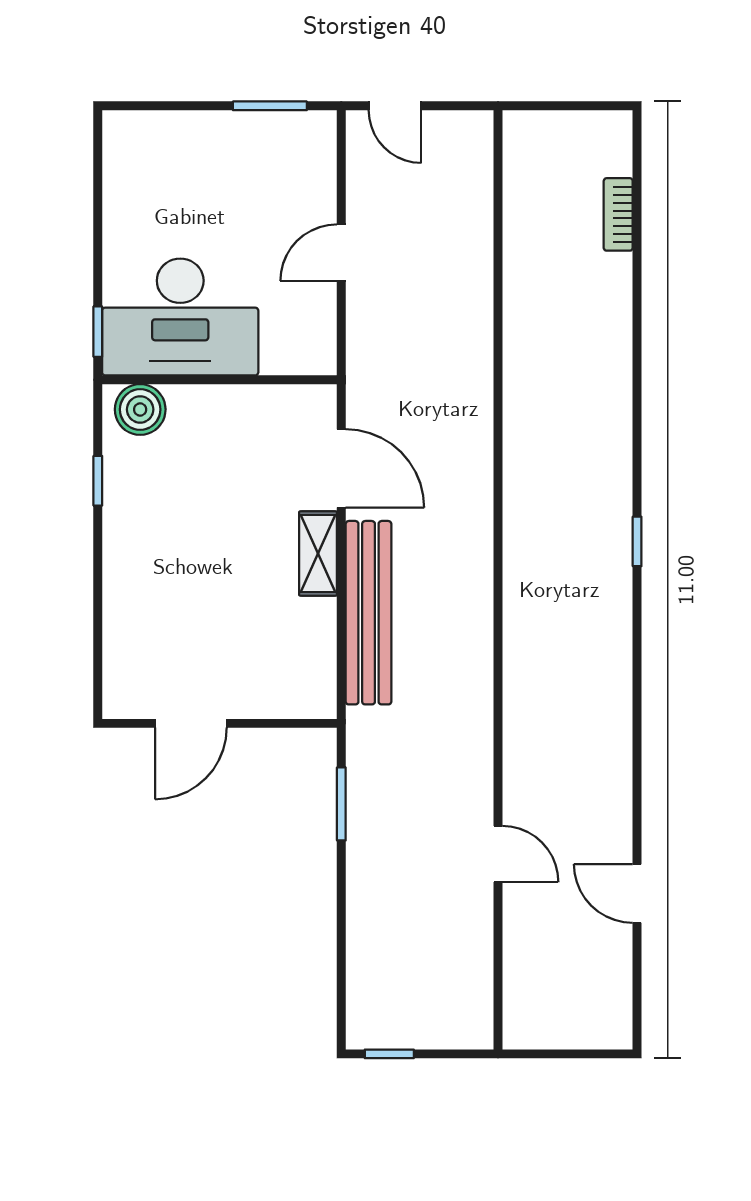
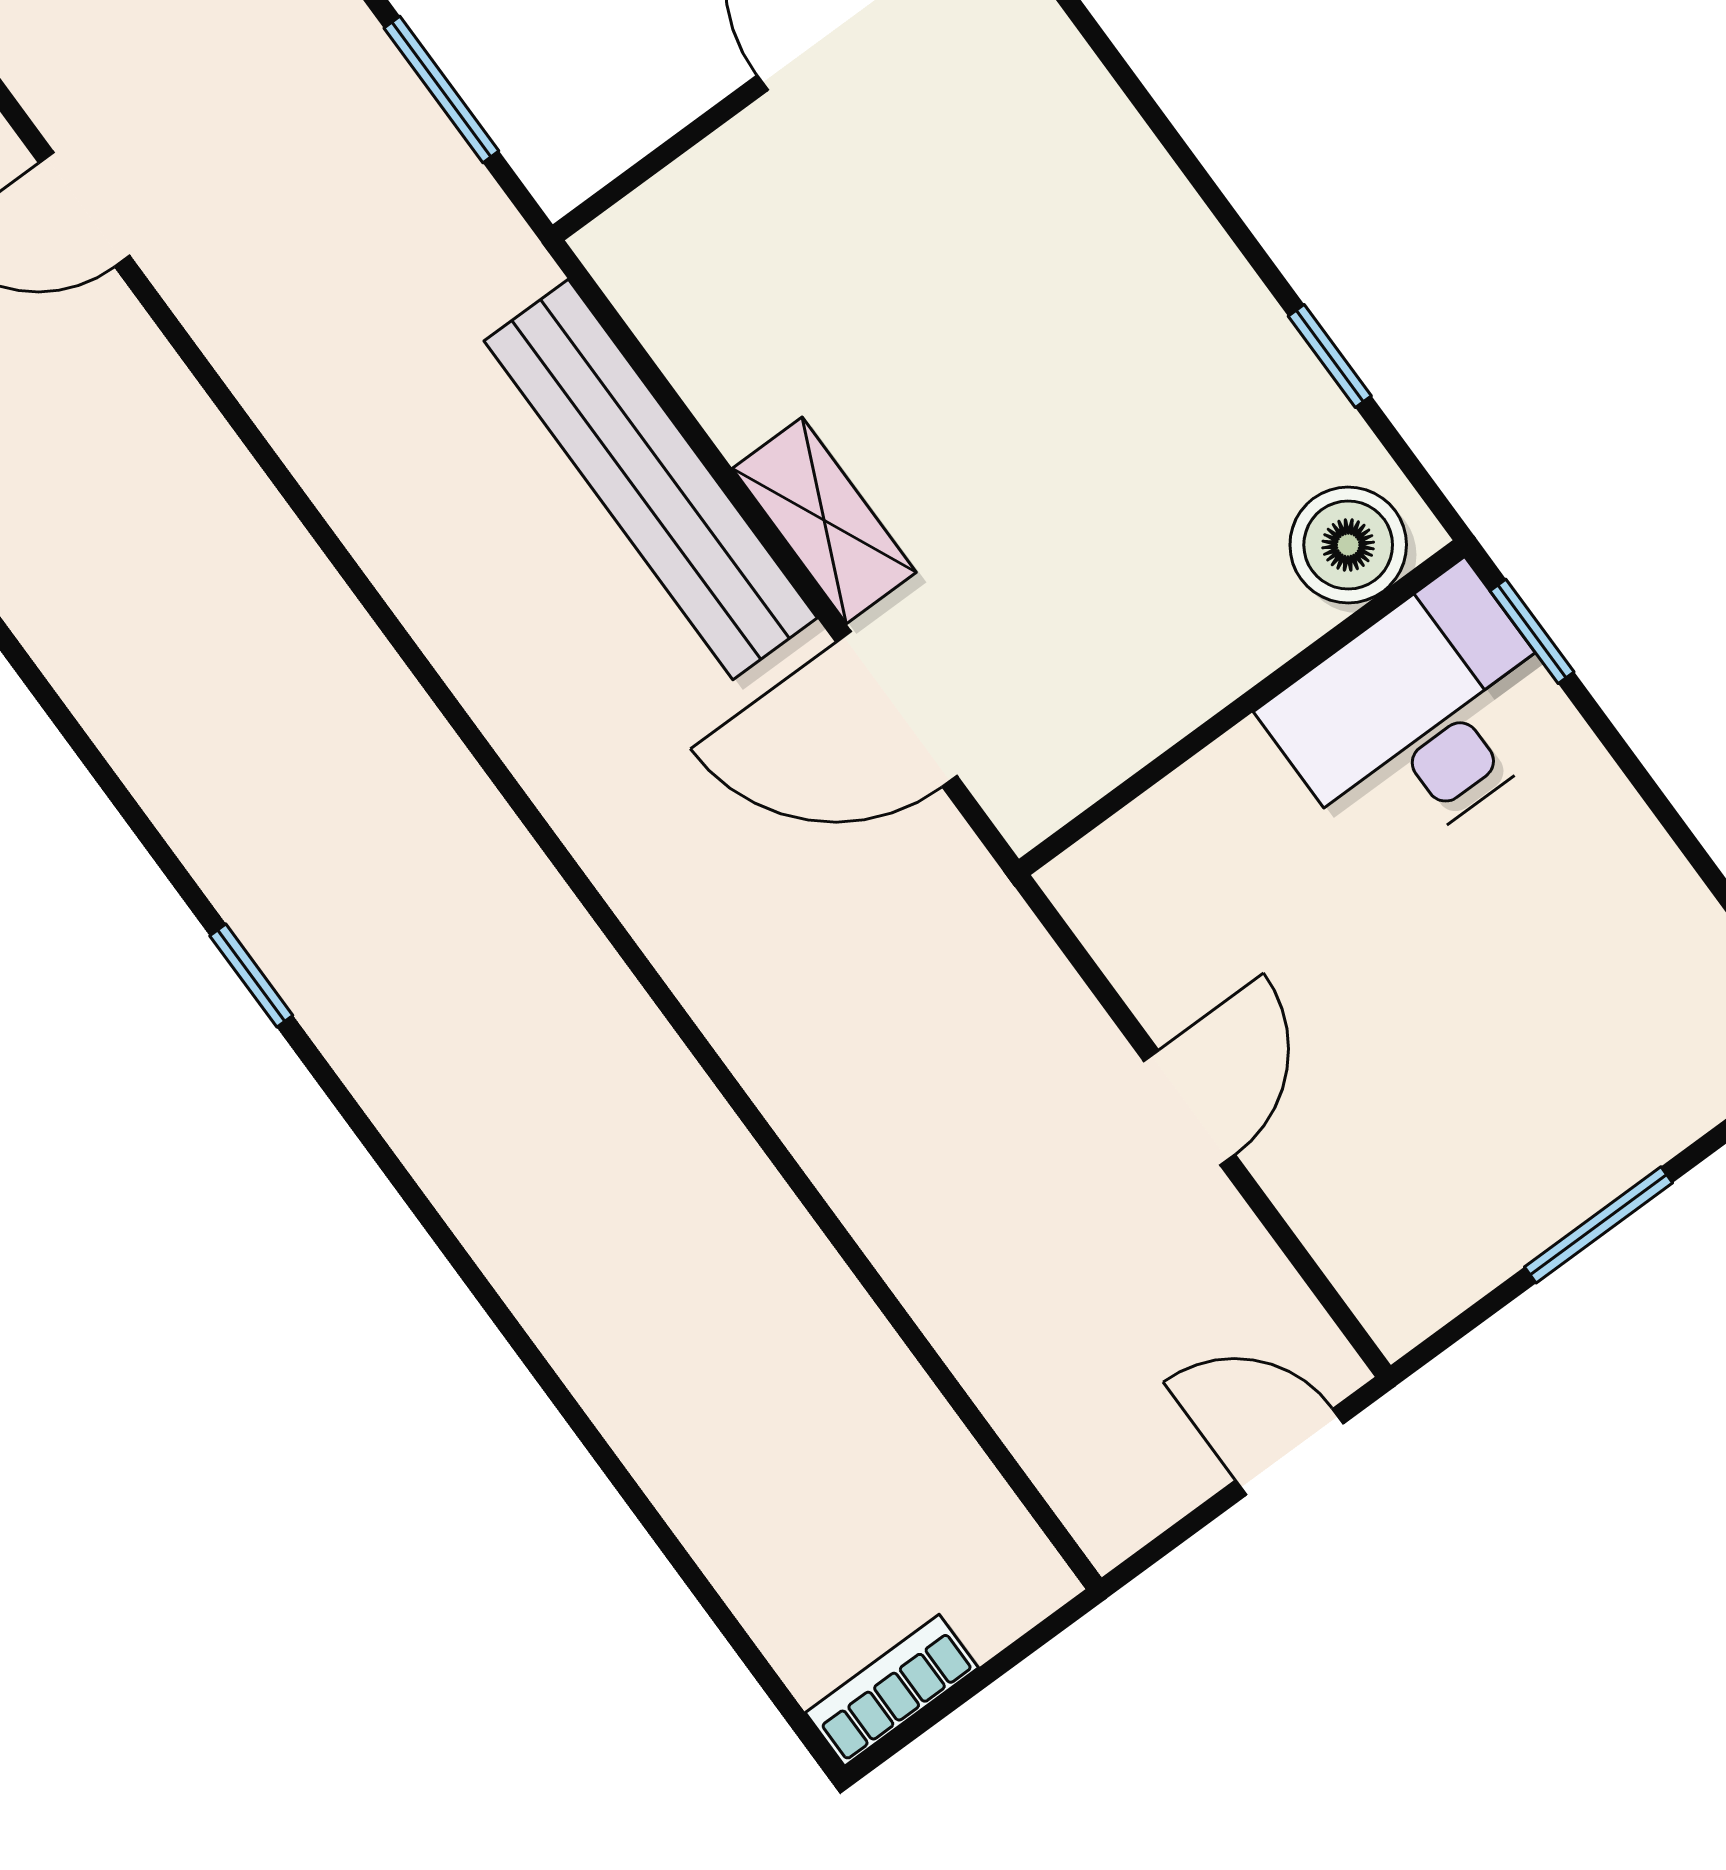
window: (270, 106) -> (1598, 1225), moved
bookcase: (618, 214) -> (892, 1690), moved, turned -90
desk: (180, 317) -> (1420, 717), width x0.73, depth x0.77

